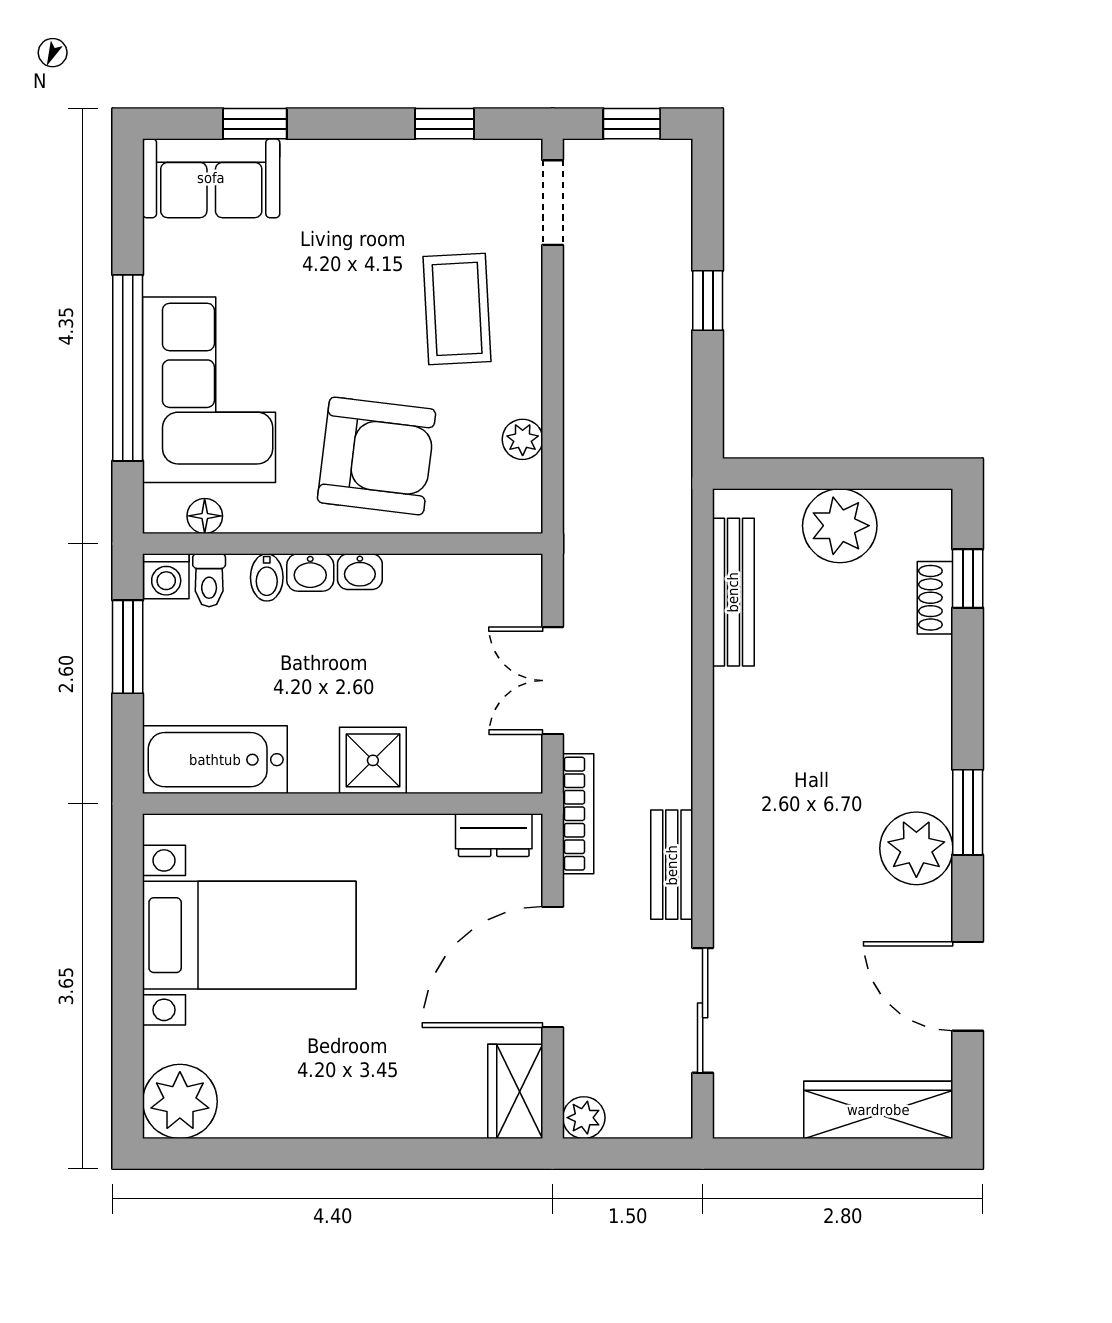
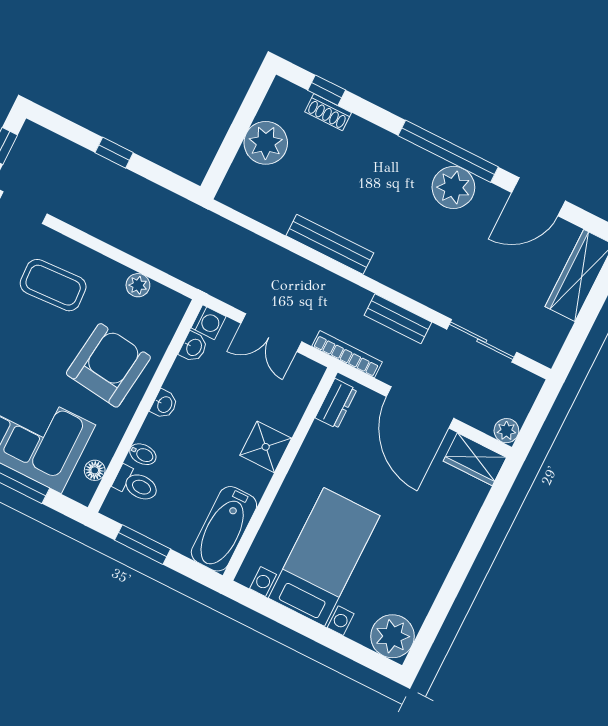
washbasin: (310, 572) -> (193, 347), moved
washing machine: (166, 576) -> (208, 322), moved
toilet: (209, 580) -> (136, 484), width x1.37, depth x1.39
bench: (733, 592) -> (330, 244), moved
window: (968, 812) -> (448, 151), width x2.11

